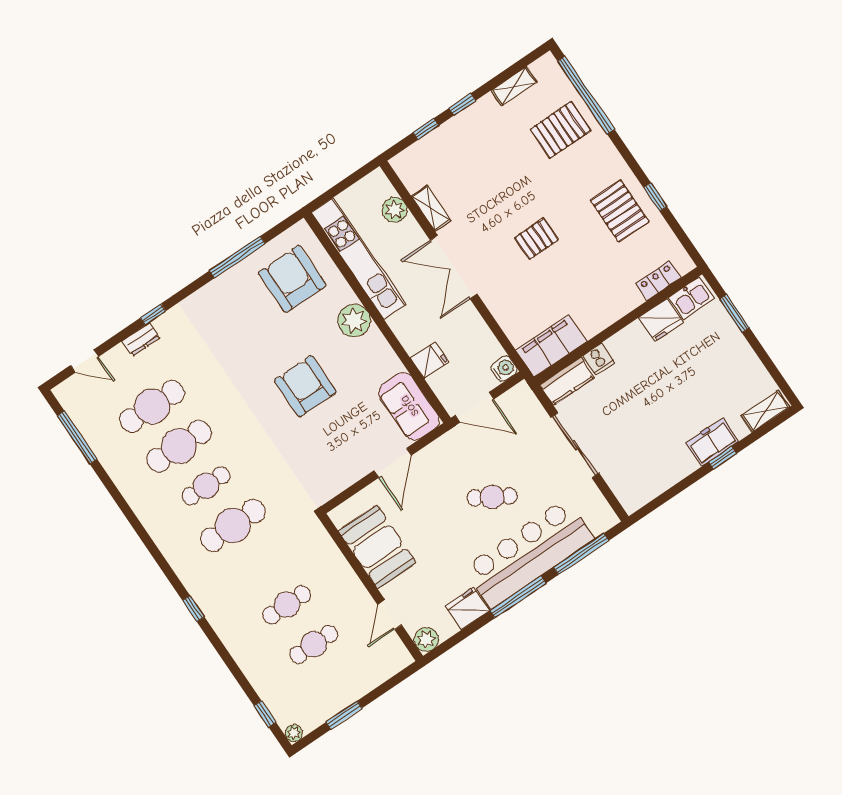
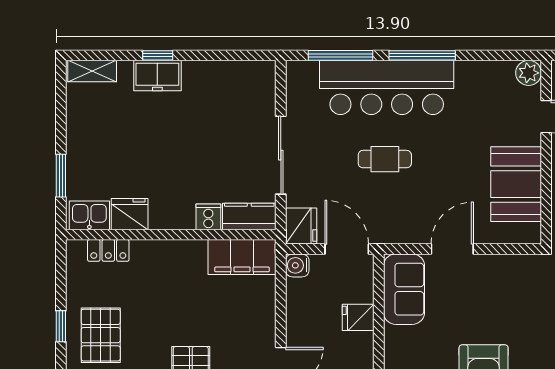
cafe table: (492, 497) -> (385, 159), turned -31
fridge: (467, 608) -> (301, 226), moved, turned -90

